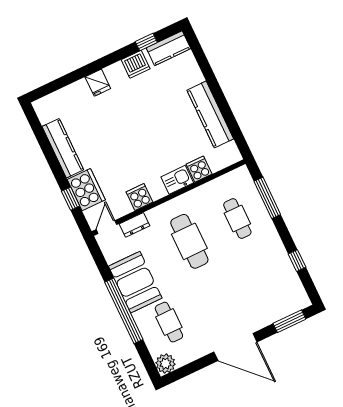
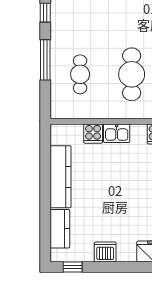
window: (146, 42) -> (73, 267), moved
kitchen counter: (168, 48) -> (60, 229), moved, turned 90
window: (267, 198) -> (45, 60), moved

